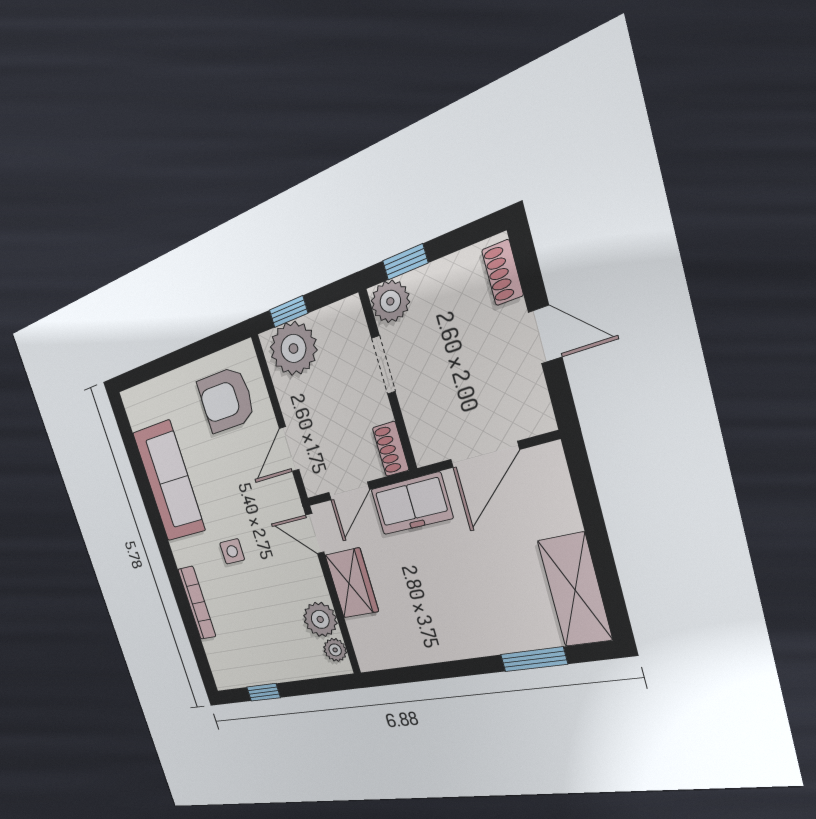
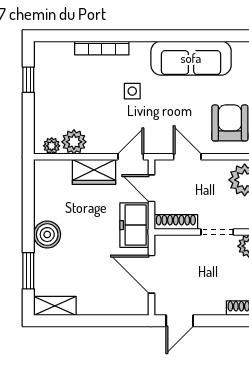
door: (545, 335) -> (180, 321), moved
shoe rack: (391, 449) -> (176, 222), width x1.43
shelving: (575, 590) -> (55, 306), width x0.67, depth x0.75
boiler: (465, 638) -> (47, 235), added

